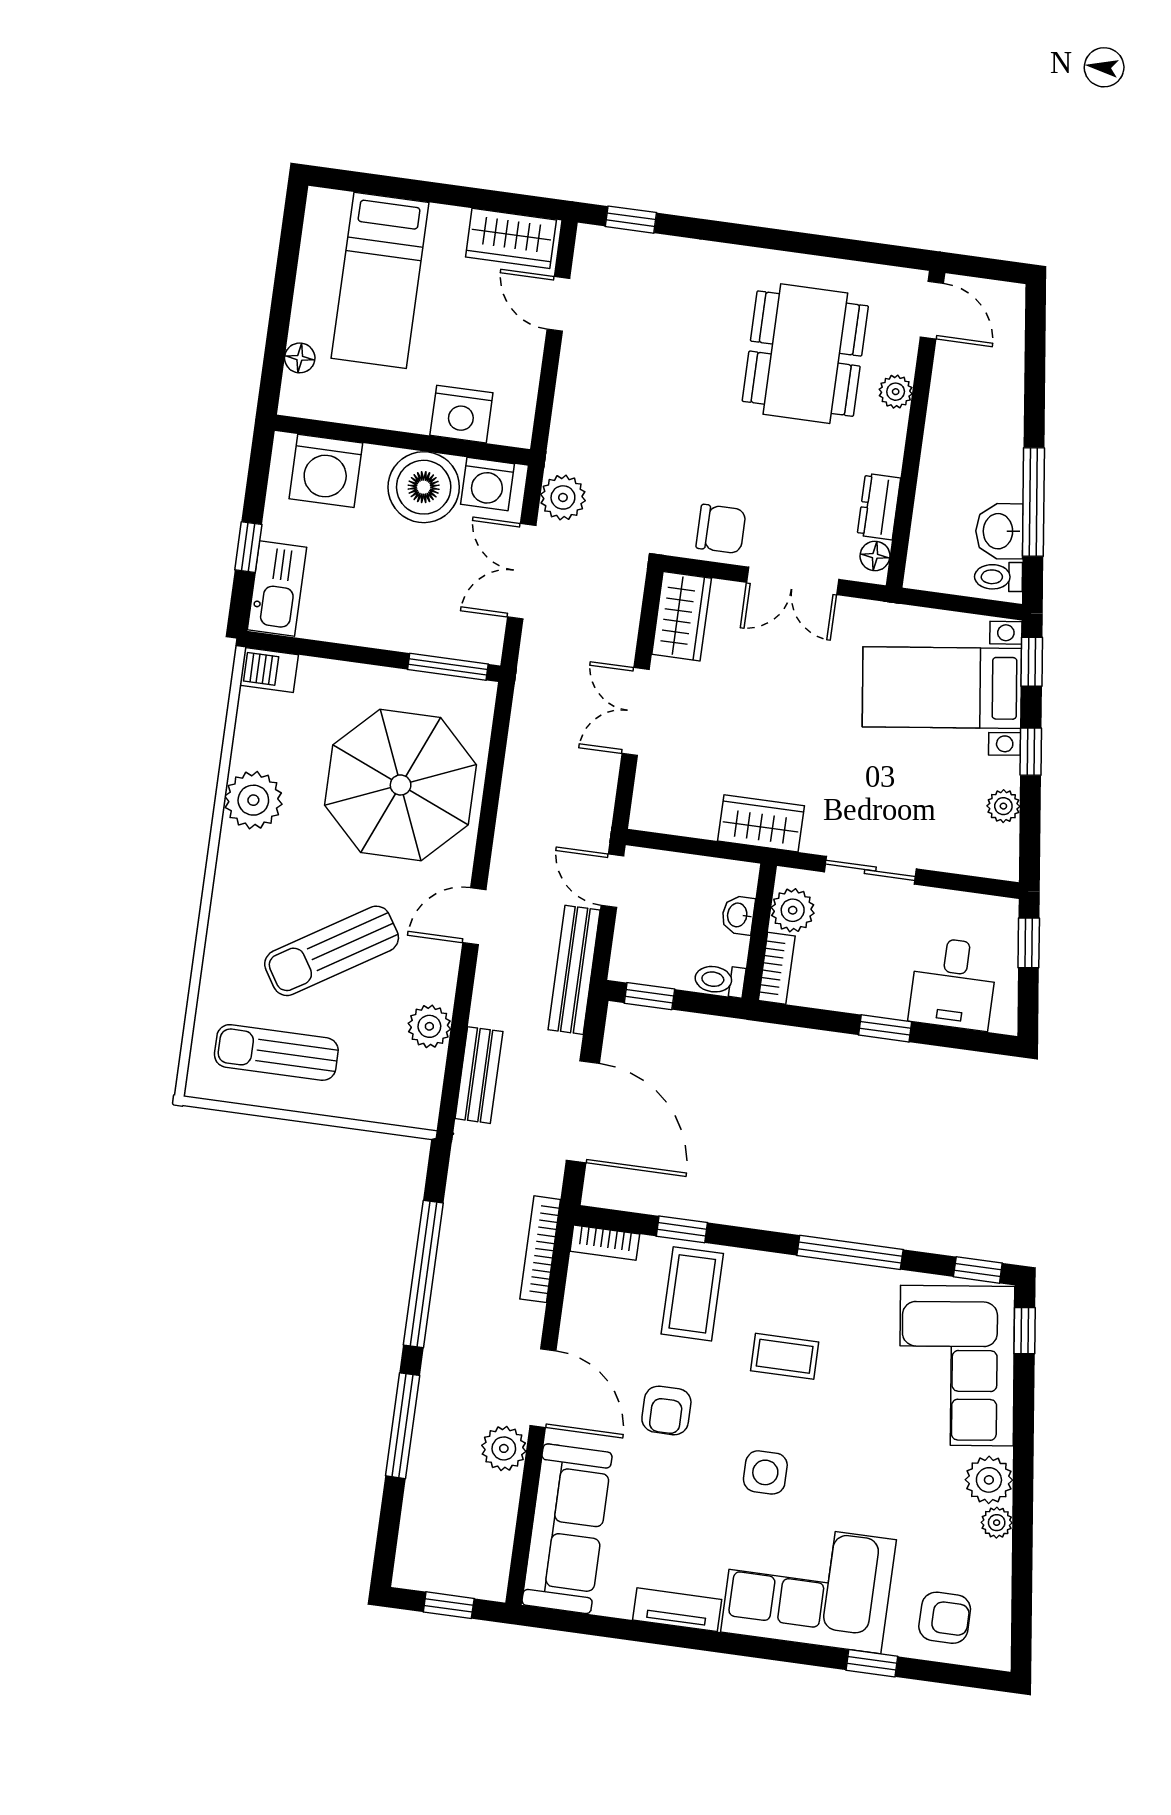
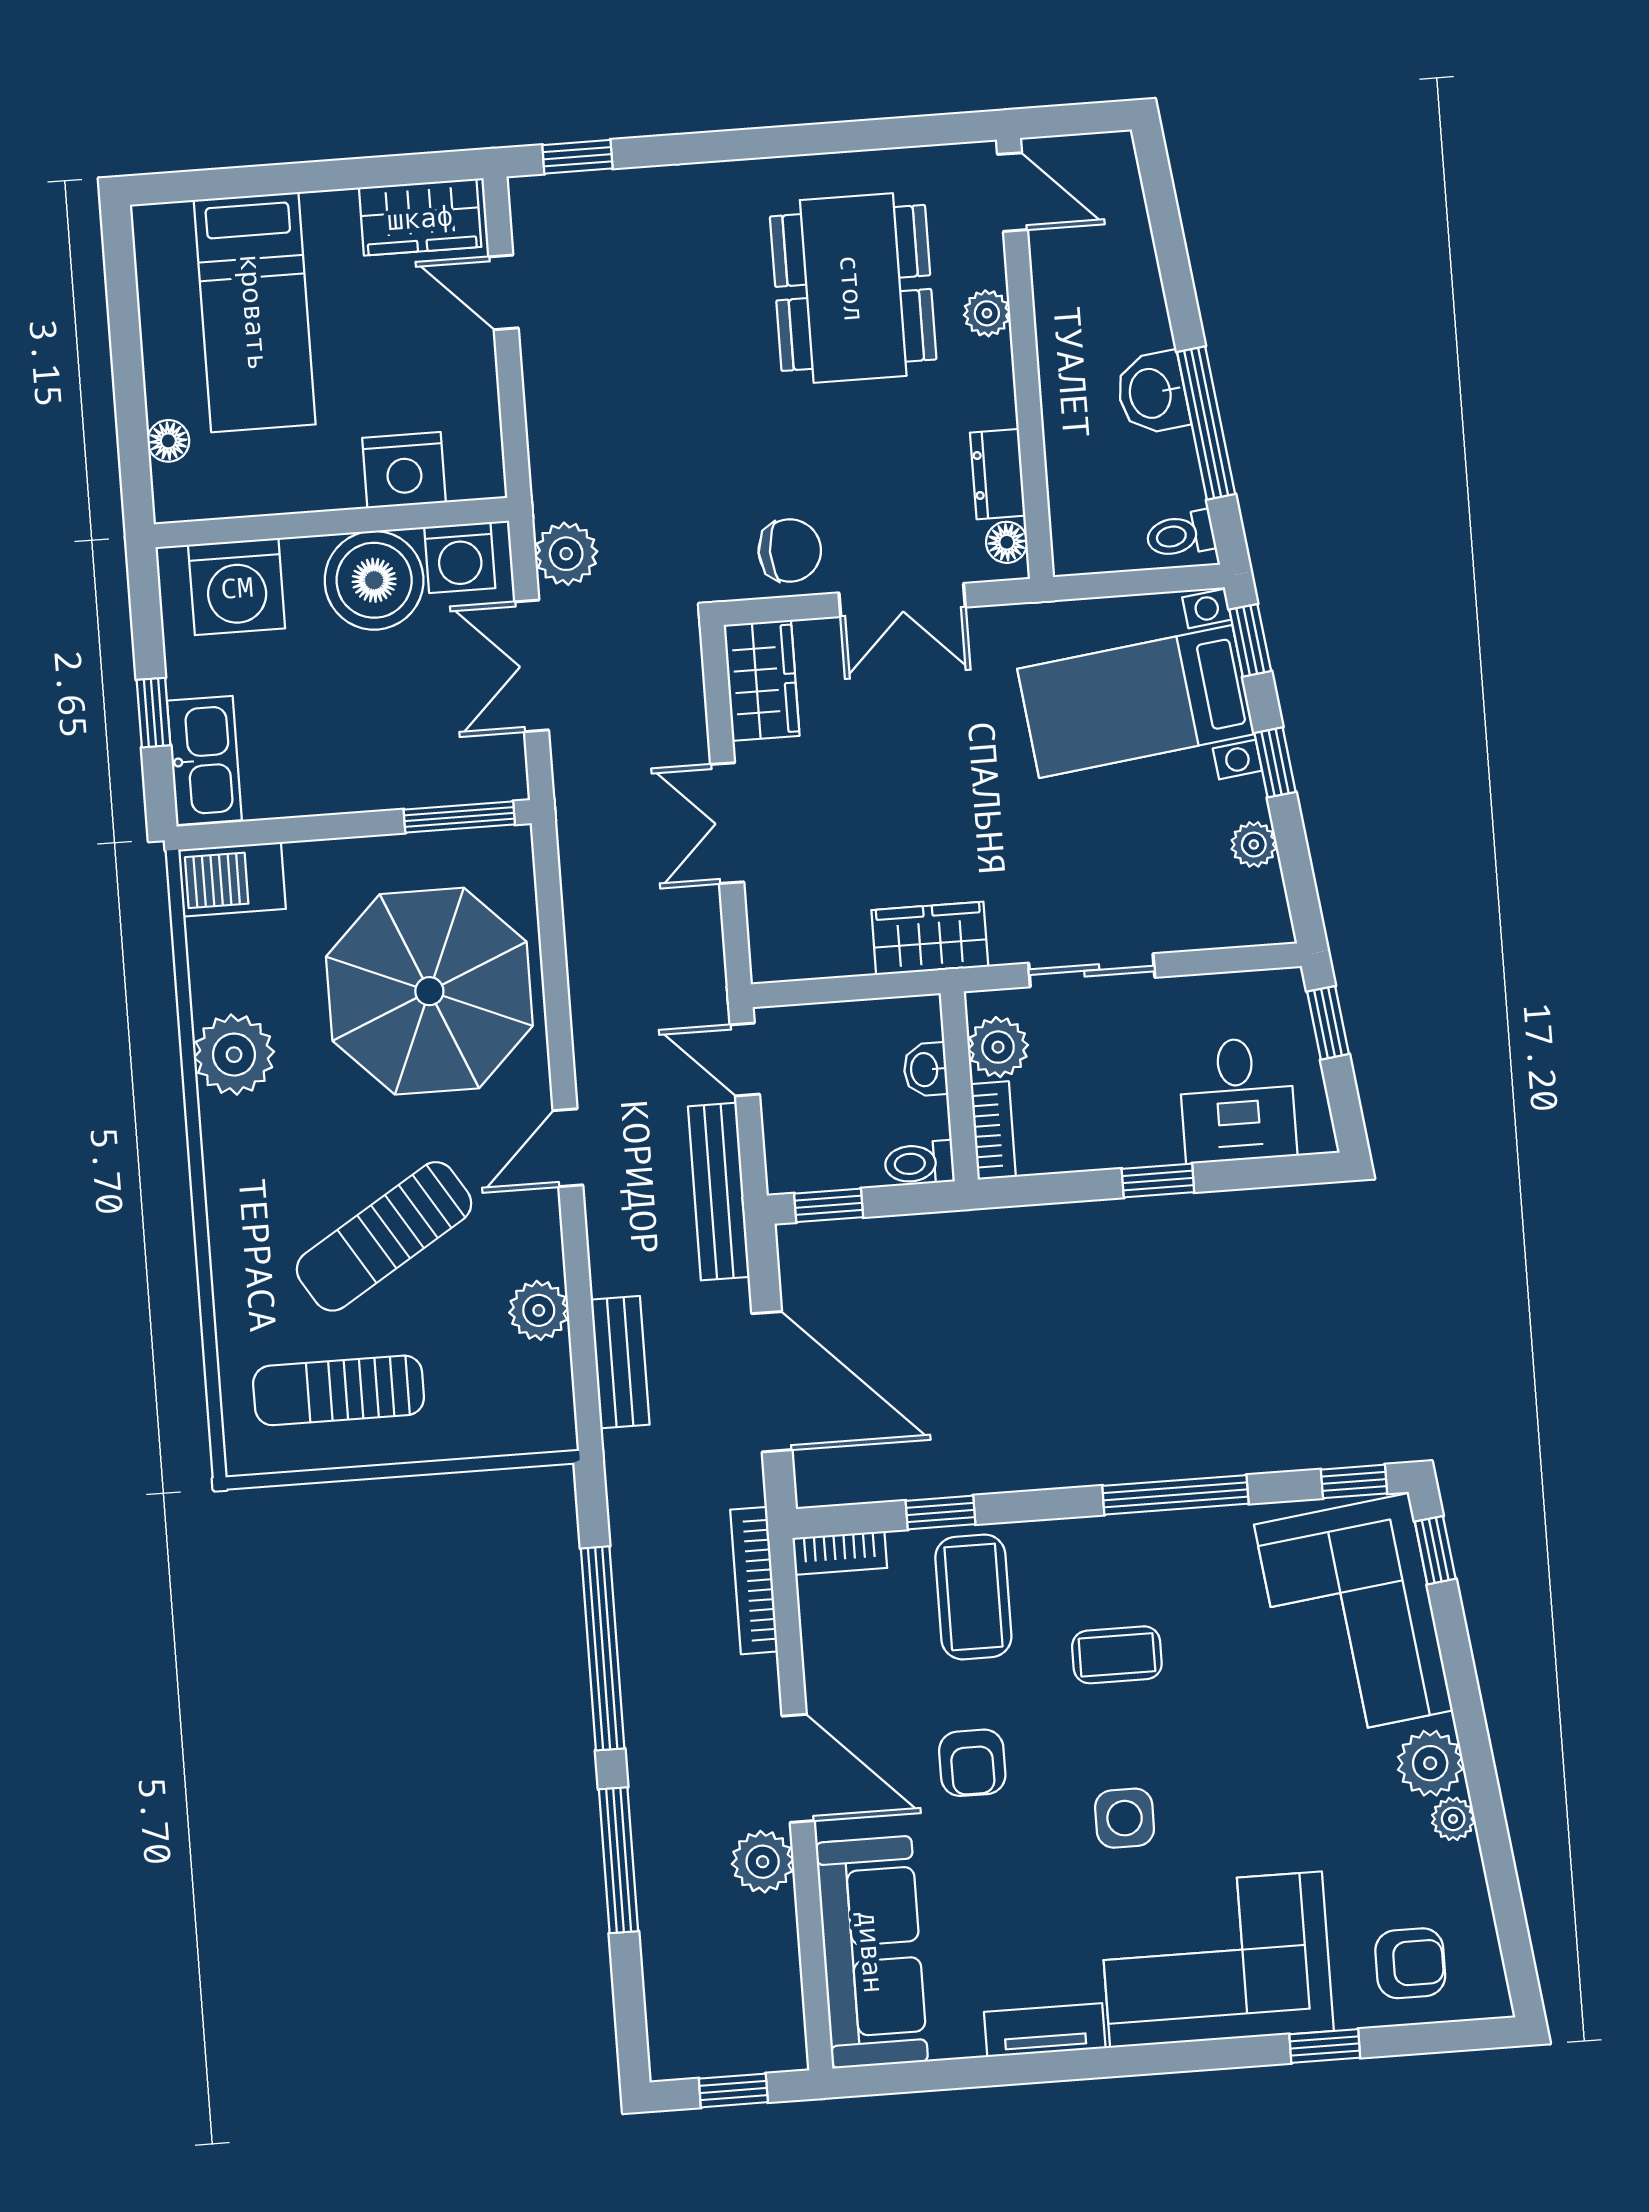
washbasin: (999, 531) -> (1152, 393), moved
barbecue: (269, 670) -> (232, 879), width x1.38, depth x1.27

